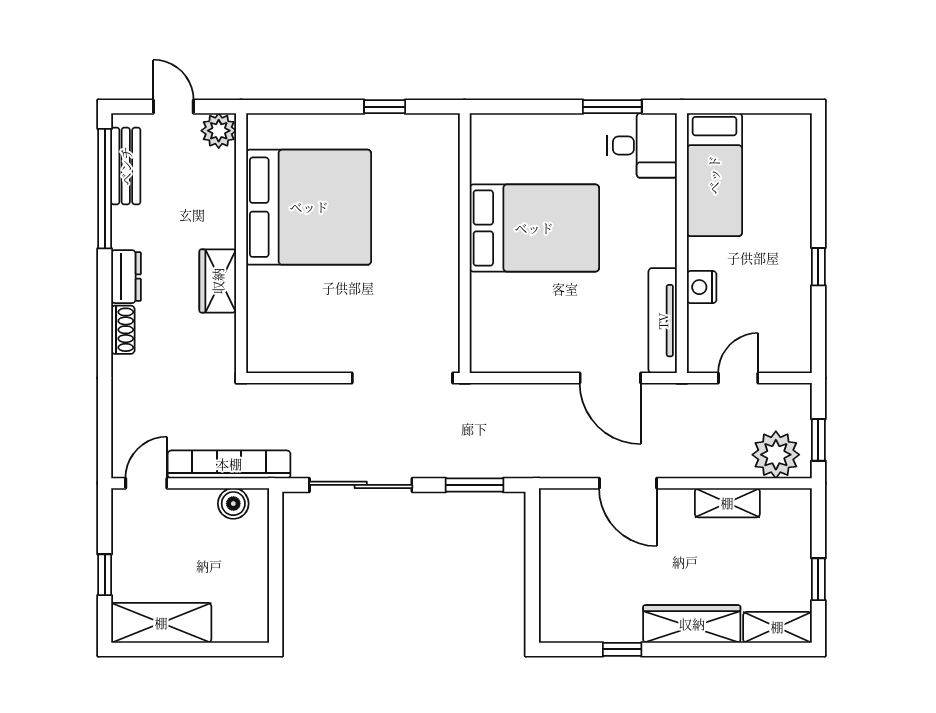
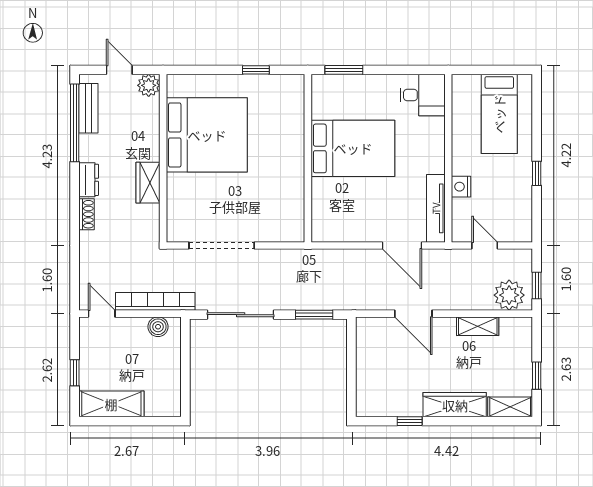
window: (612, 107) -> (344, 70), moved
bed: (714, 175) -> (499, 114), moved
doorway: (402, 378) -> (222, 245), moved
door: (738, 378) -> (485, 245), hinge flipped
door: (146, 483) -> (102, 314), hinge flipped

